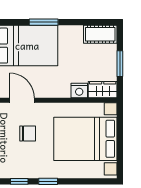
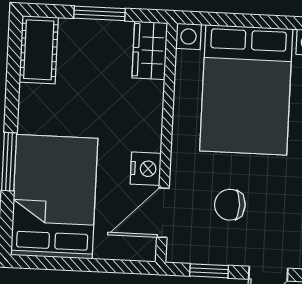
nightstand: (79, 91) -> (146, 169), moved
chair: (28, 133) -> (230, 205), turned -90

